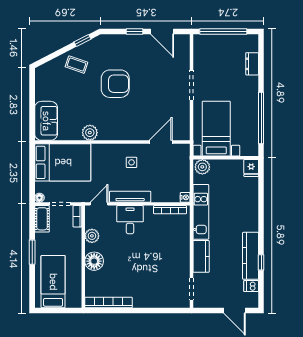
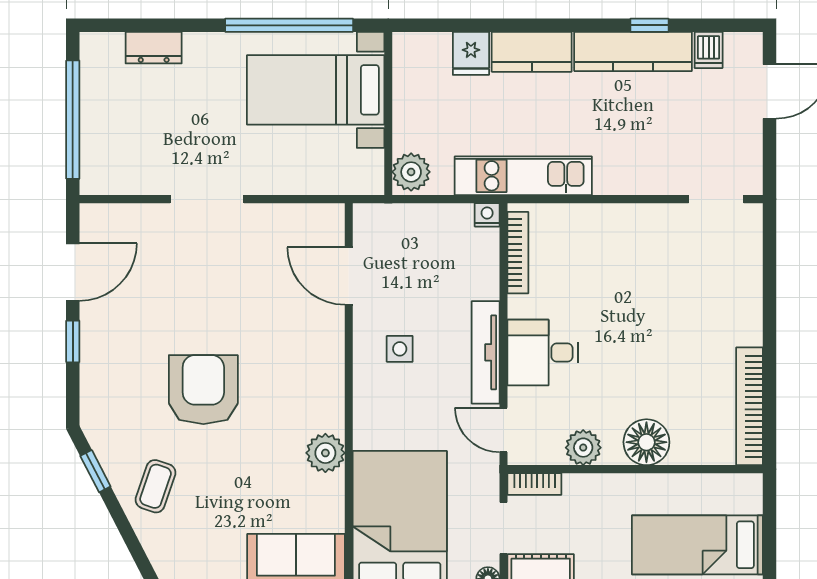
bed with nightstands: (216, 129) -> (316, 90), moved
fridge: (251, 168) -> (471, 53), moved, turned 90
kitchen counter: (201, 256) -> (532, 52), moved, turned 180

